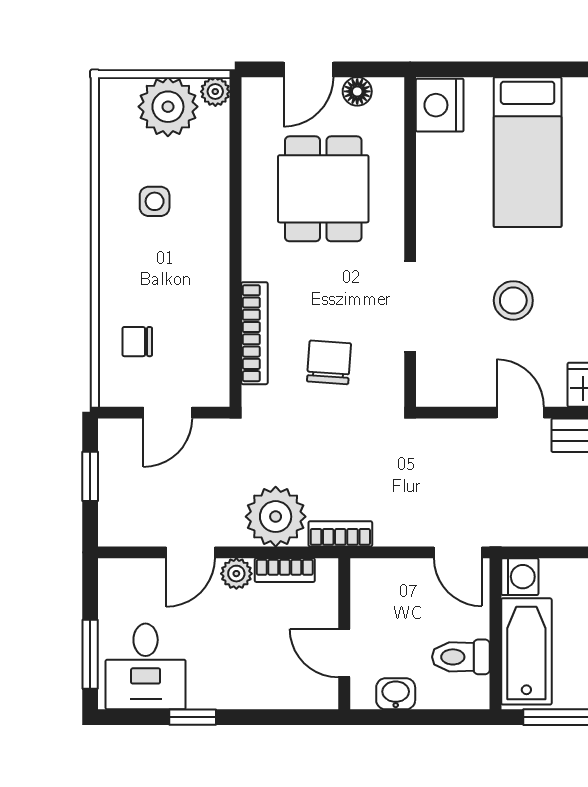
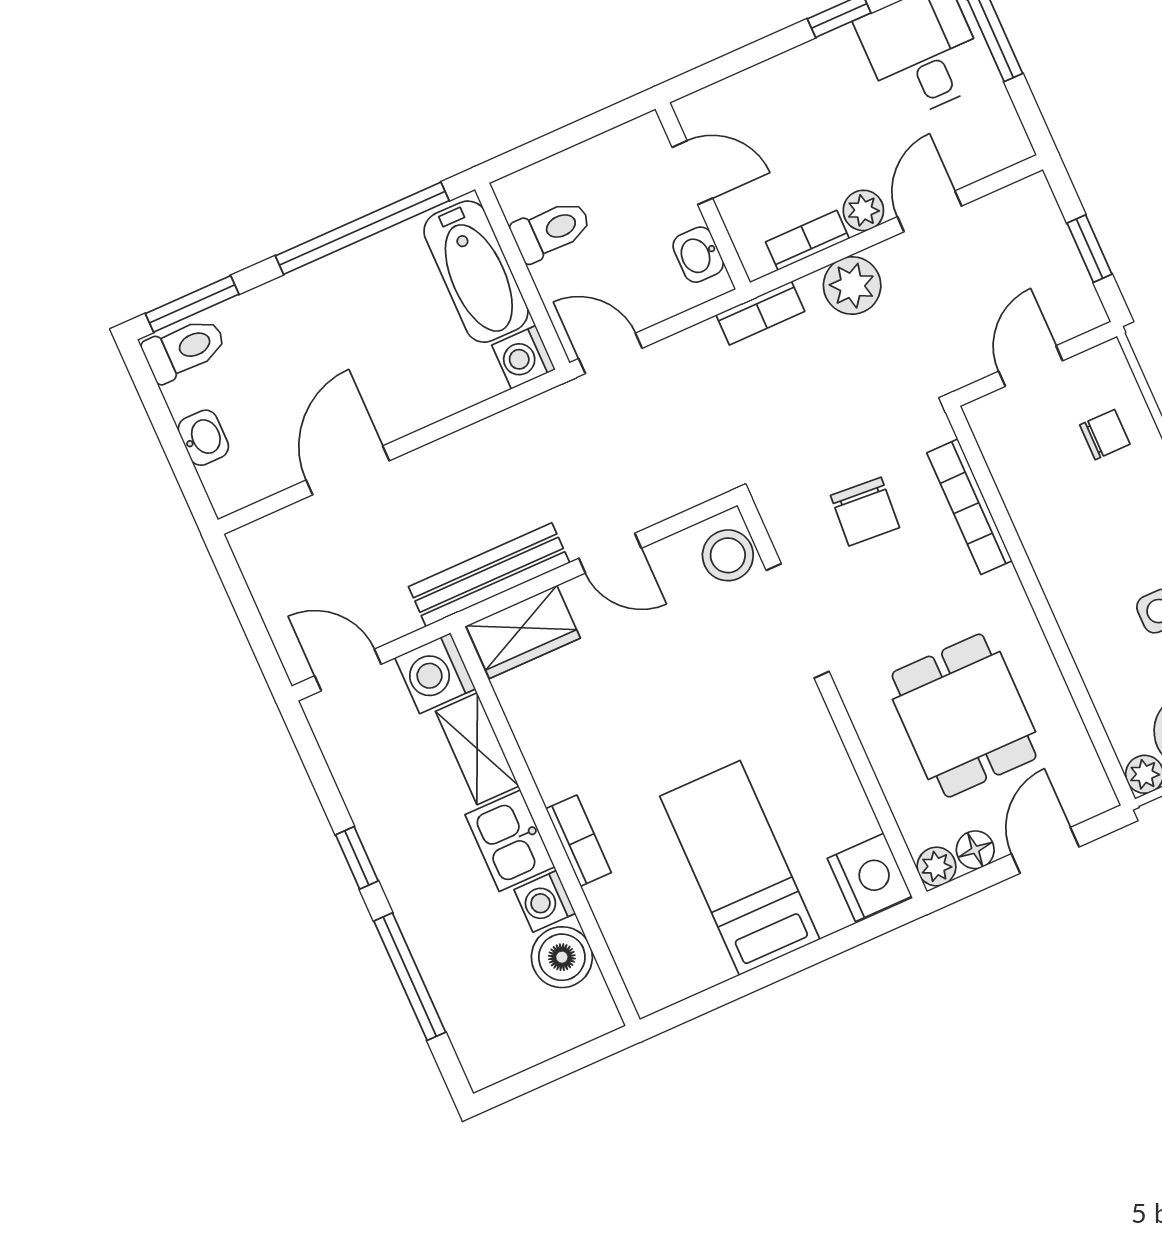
plant: (390, 92) -> (936, 867), added
stool: (513, 300) -> (728, 555), moved
plant: (276, 517) -> (852, 286), width x0.73, depth x0.73
washbasin: (396, 694) -> (698, 255), moved, turned 90

